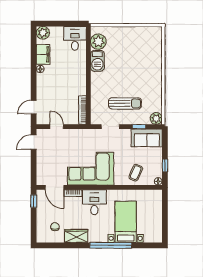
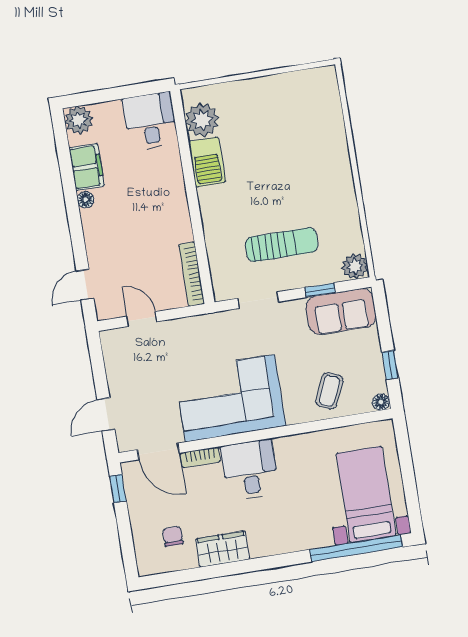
door: (34, 142) -> (106, 414), moved
bed with nightstands: (126, 222) -> (366, 494), moved
window: (111, 245) -> (356, 548), moved

